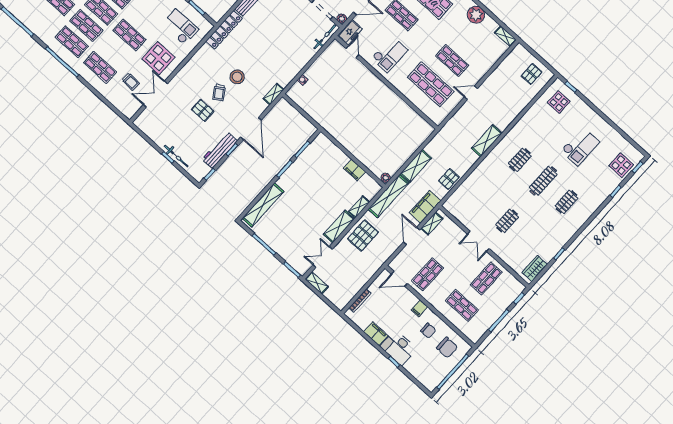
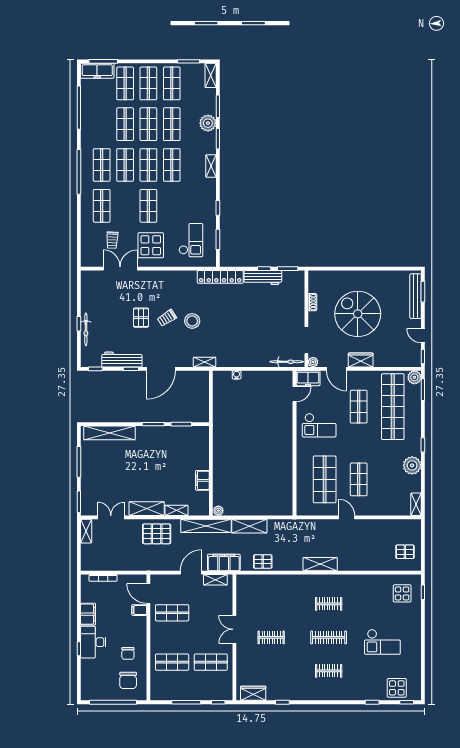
shop shelf: (462, 305) -> (172, 662), turned 90
filing cabinet: (419, 308) -> (139, 610), moved

